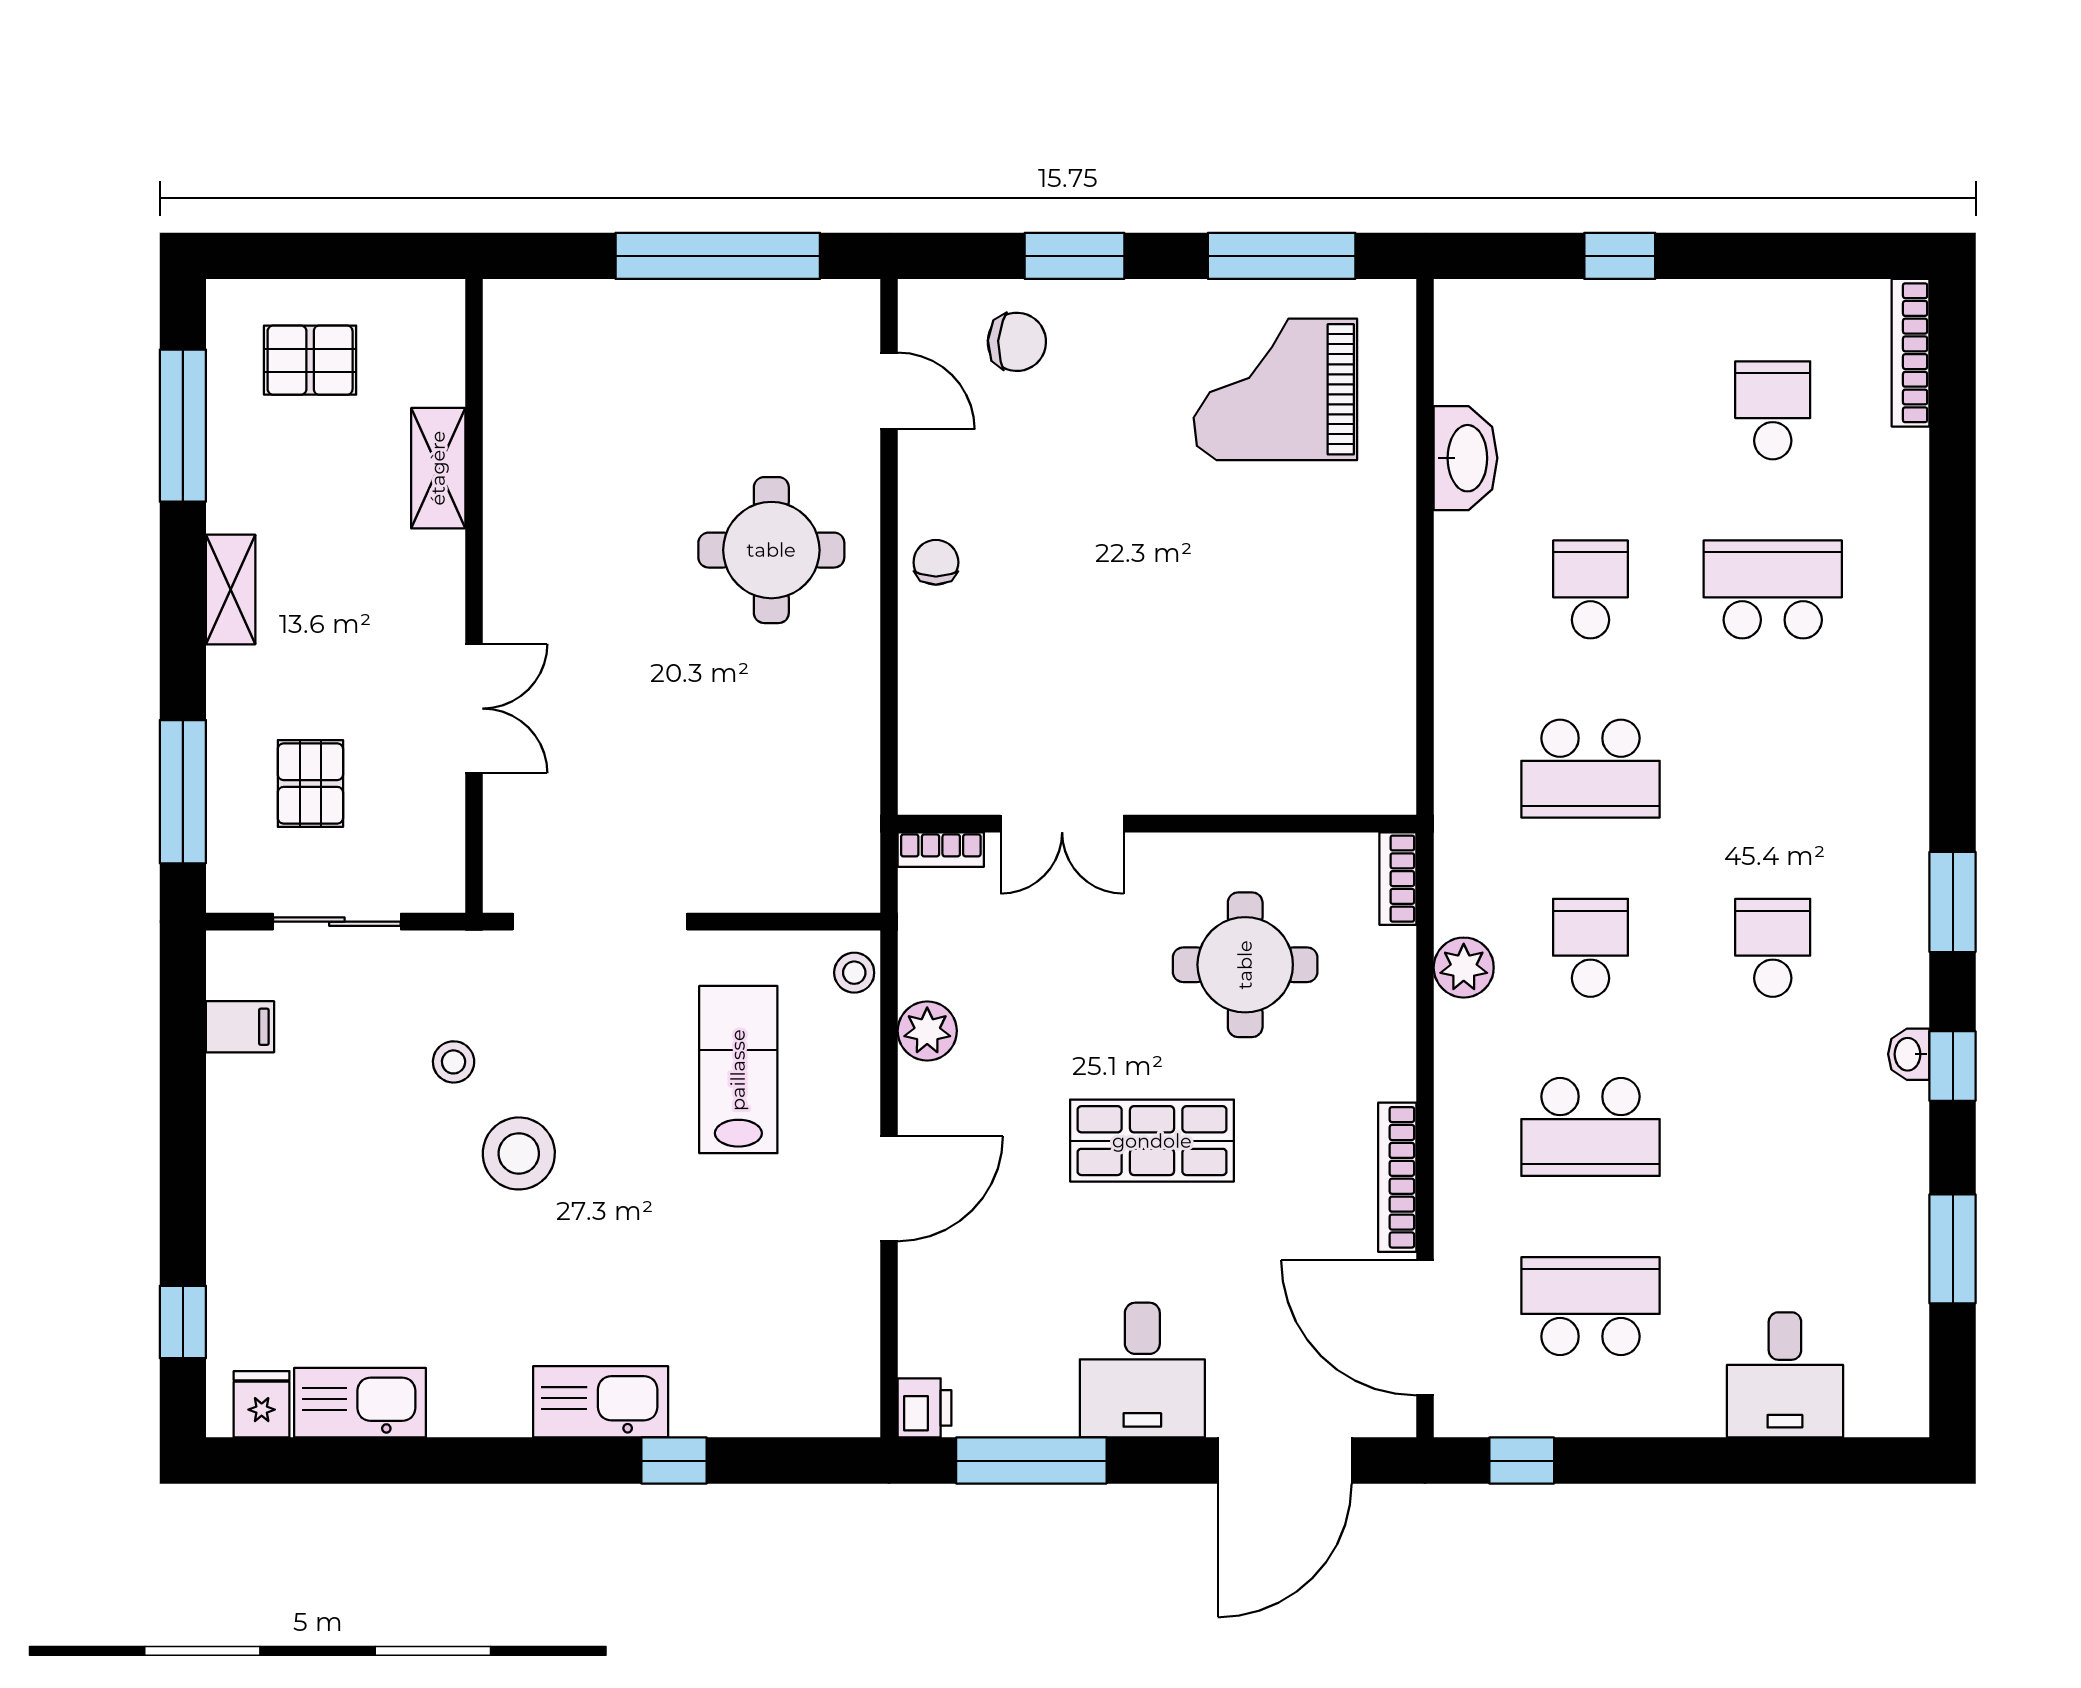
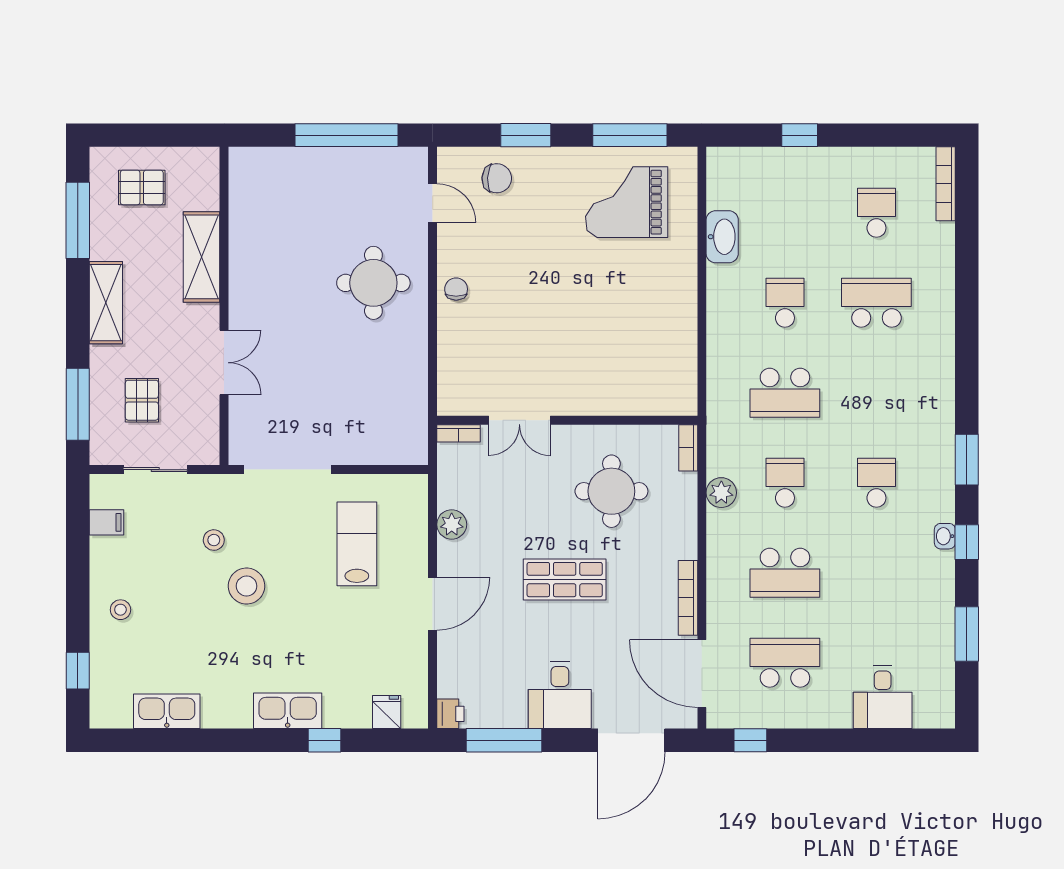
shelving: (438, 468) -> (202, 257), width x1.50, depth x1.33
shelving: (231, 590) -> (106, 303), width x1.50, depth x1.33
stool: (854, 973) -> (120, 610), moved
fridge: (262, 1404) -> (387, 712), moved

